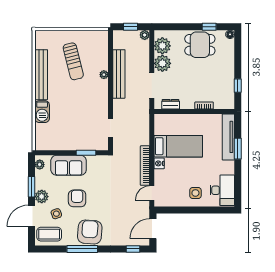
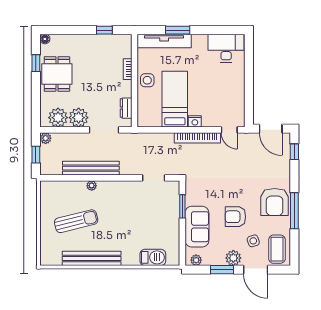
barbecue: (42, 112) -> (153, 257), moved
side table: (195, 193) -> (147, 80), moved
armchair: (90, 232) -> (275, 202), turned -94

